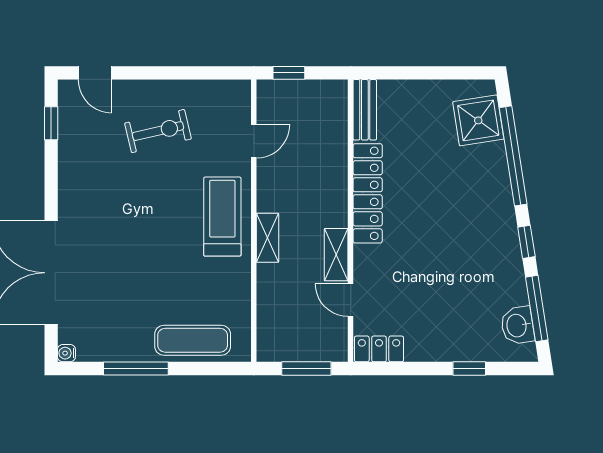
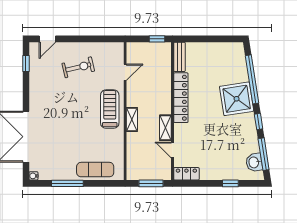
door: (95, 73) -> (47, 39), hinge flipped
window: (289, 73) -> (157, 39), moved
shower: (478, 120) -> (237, 99), moved, width x1.37, depth x1.37

